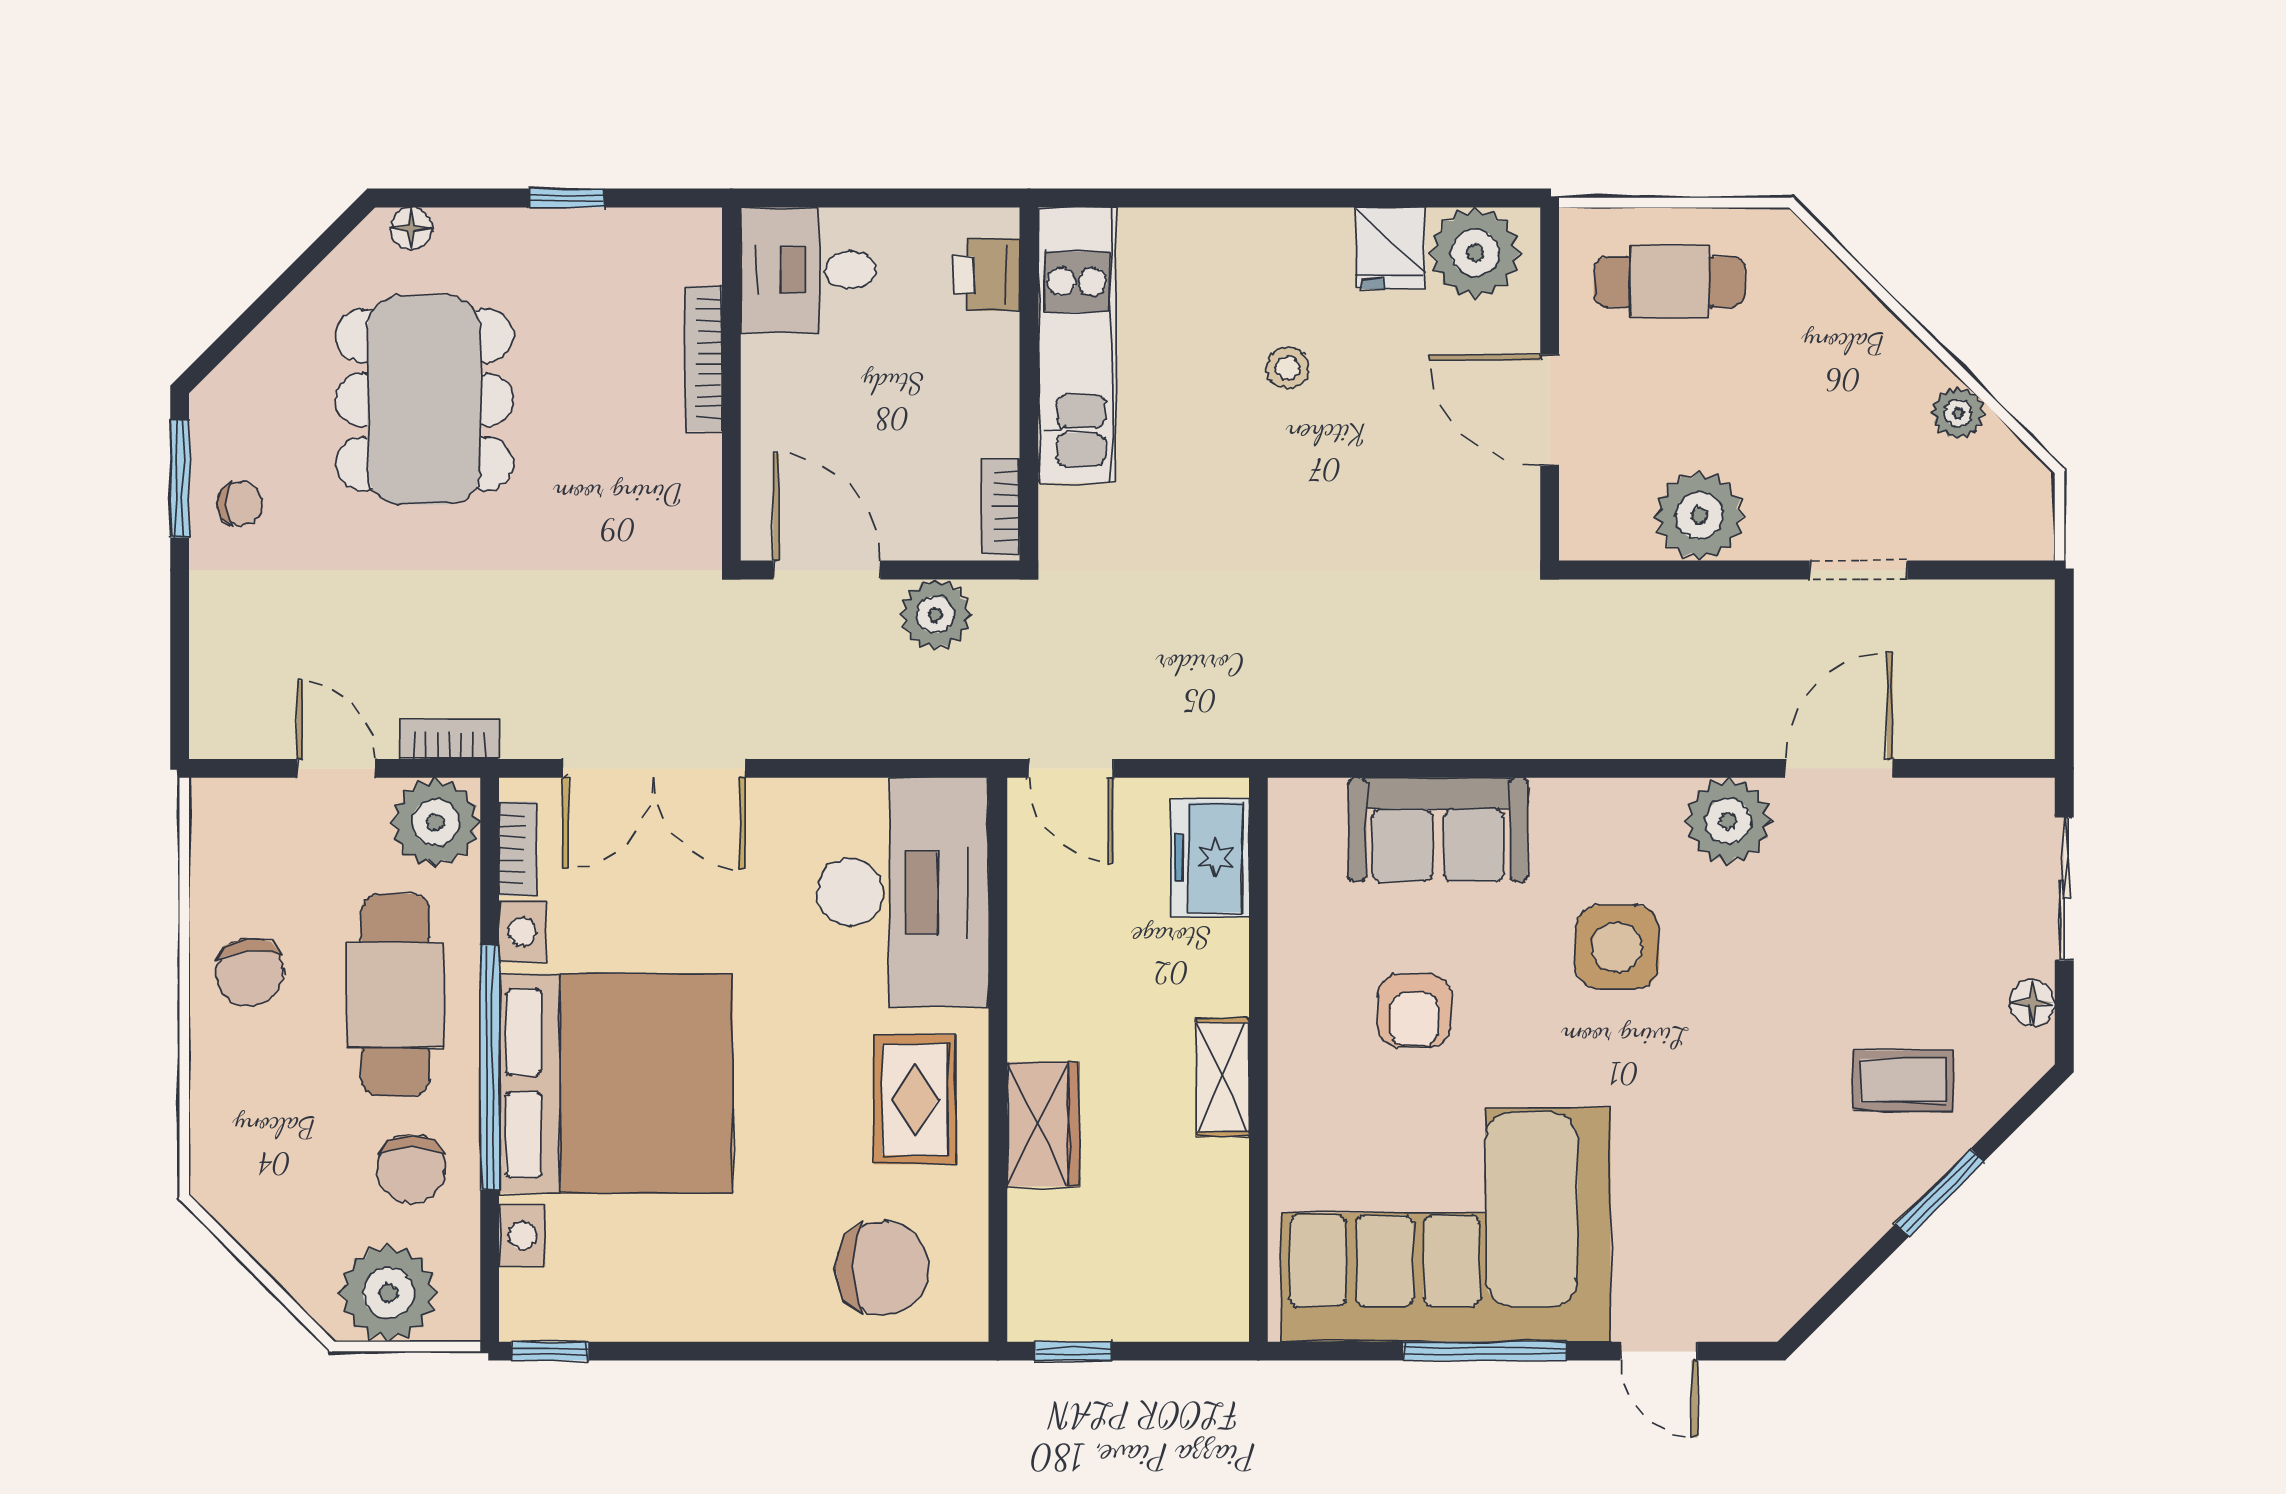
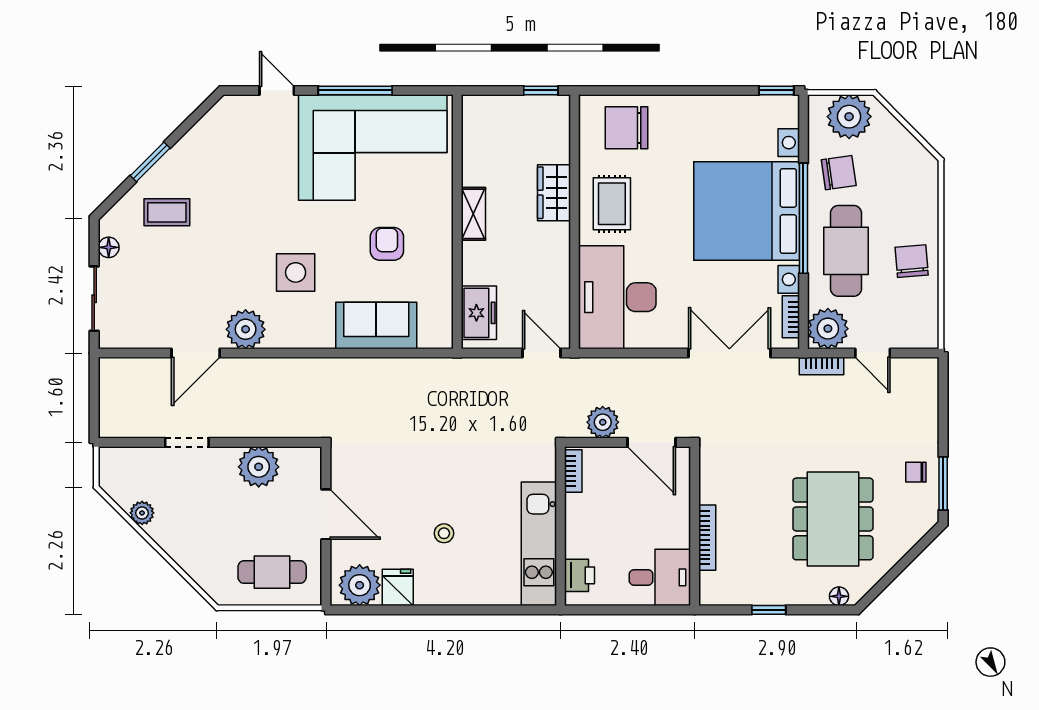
chair: (411, 1169) -> (839, 173), turned 82

